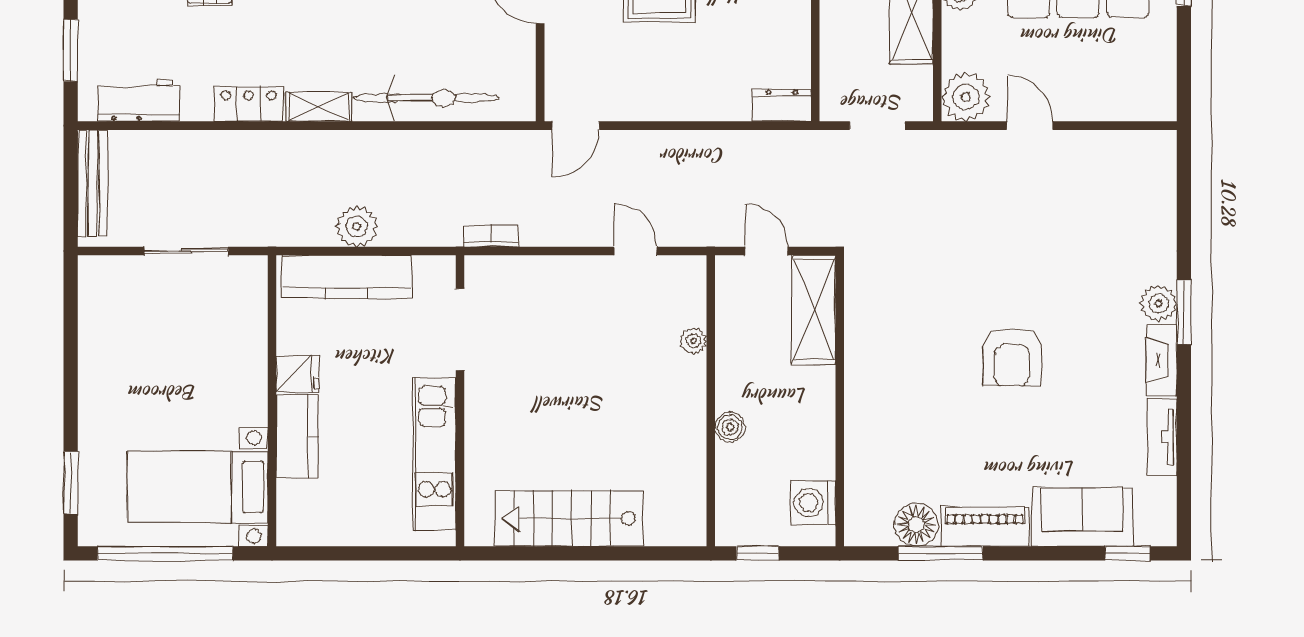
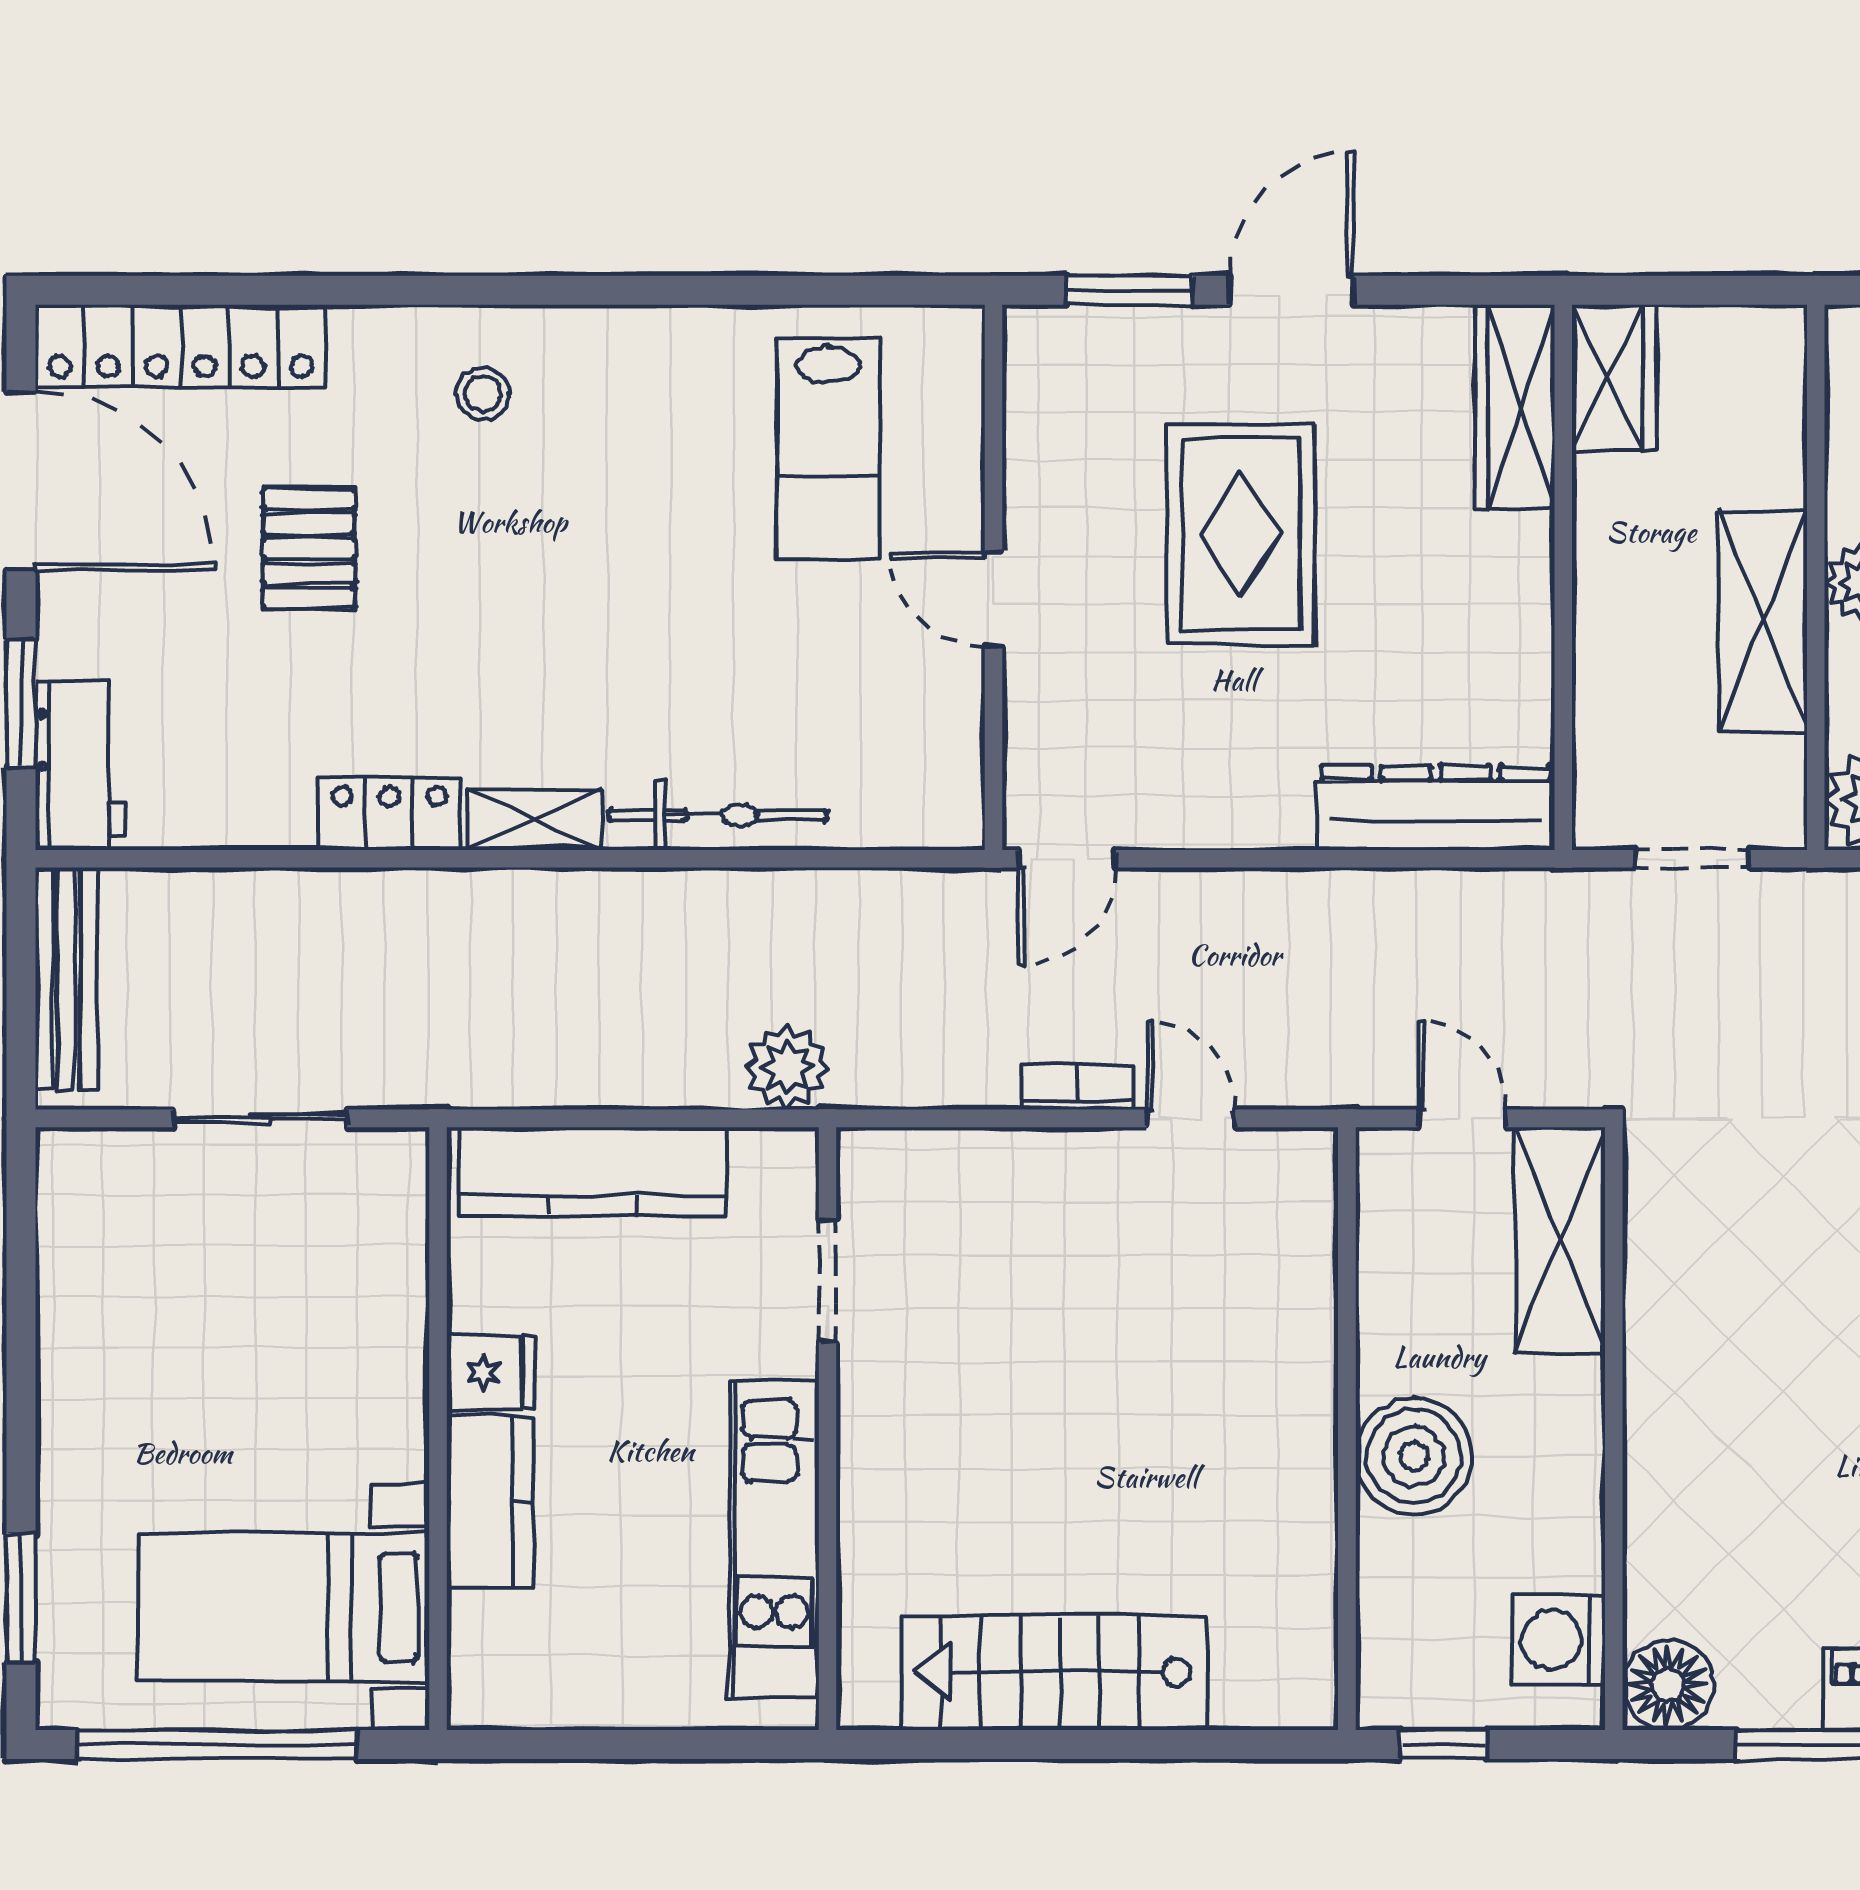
bicycle: (426, 98) -> (718, 815), width x0.73, depth x0.71
workbench: (139, 100) -> (79, 765), moved, turned 90
dresser: (782, 105) -> (1436, 808), width x1.96, depth x1.24
plant: (357, 226) -> (787, 1067), moved
bookcase: (491, 236) -> (1077, 1087), moved
doorway: (460, 330) -> (828, 1281), width x0.73
plant: (693, 341) -> (1311, 1304), removed
boiler: (730, 427) -> (1414, 1456), width x1.86, depth x1.86
floor lamp: (916, 524) -> (1668, 1685), moved

